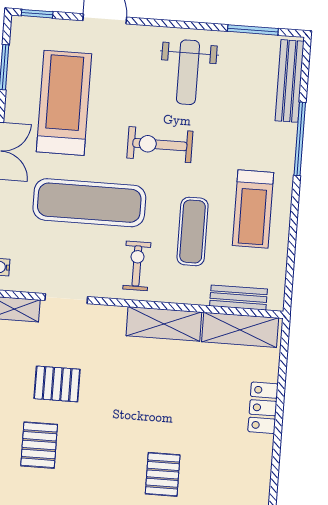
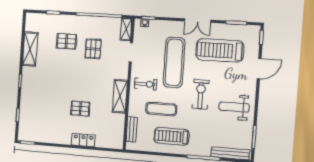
treadmill: (64, 103) -> (220, 50), turned 180
shelving: (240, 330) -> (117, 130), removed
pallet: (163, 474) -> (80, 109), moved

